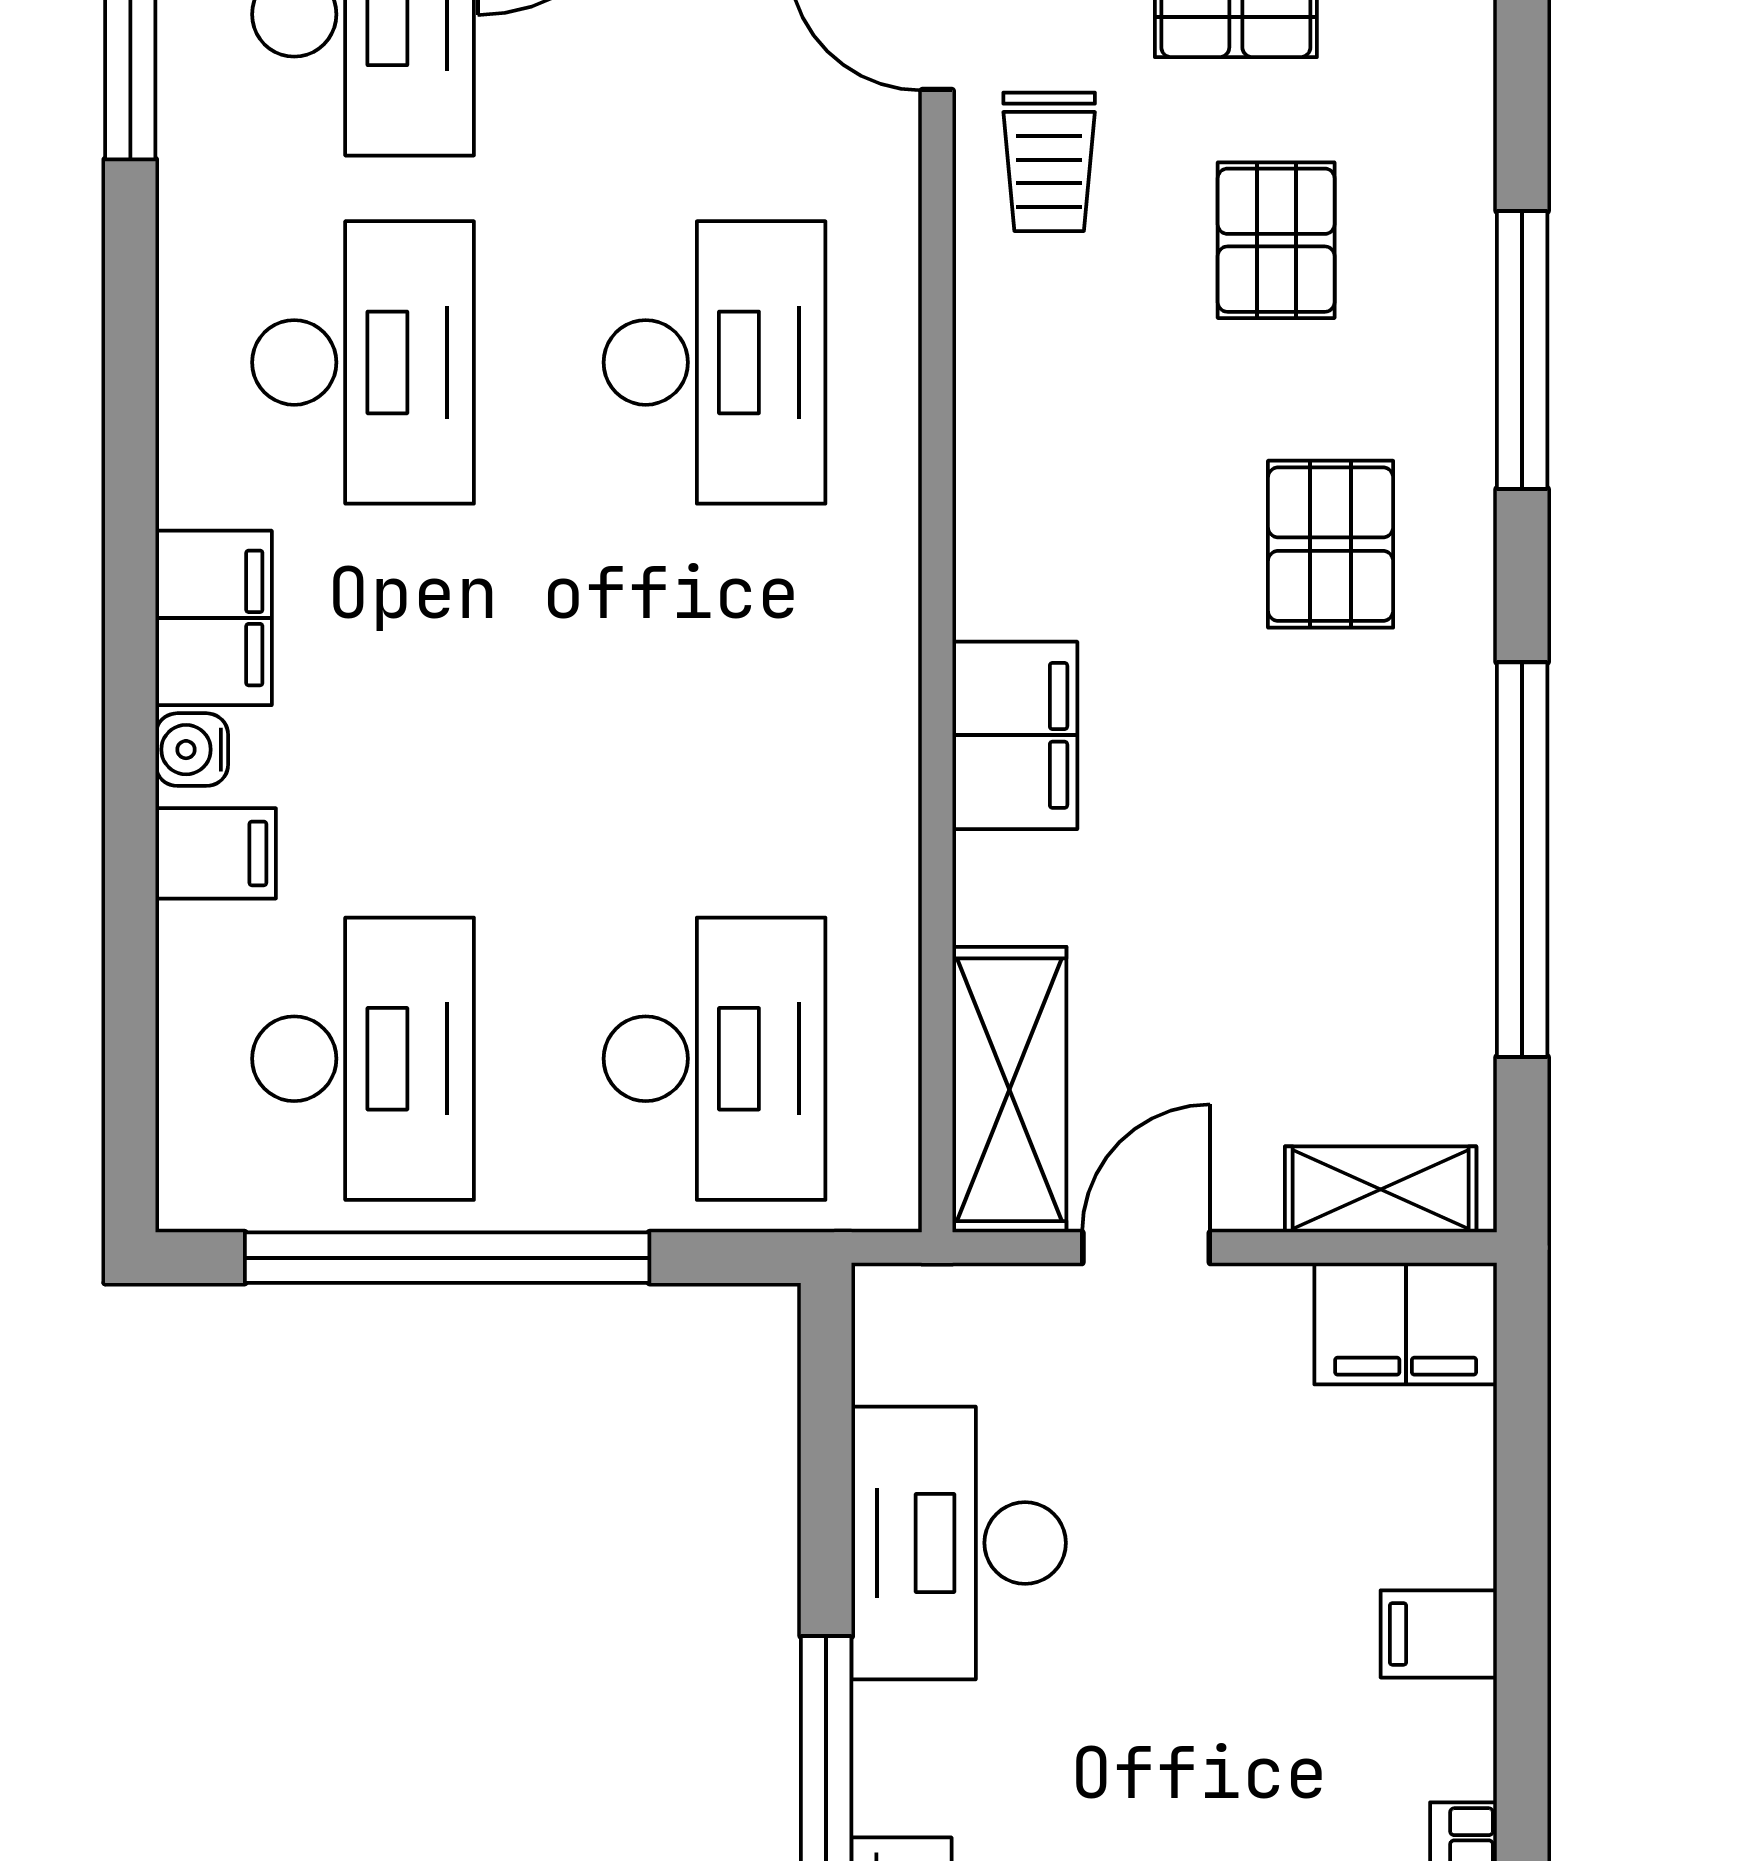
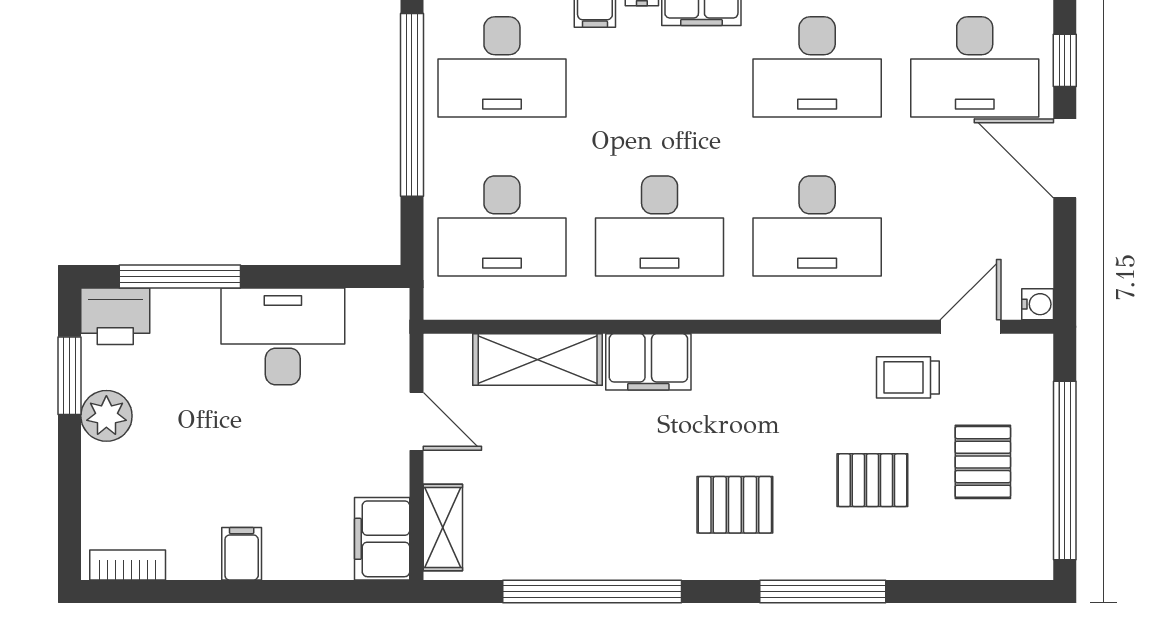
desk: (715, 711) -> (660, 226), added
shelving: (1009, 1090) -> (538, 359), moved

